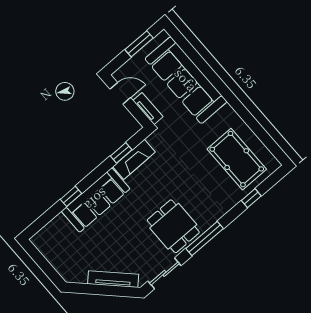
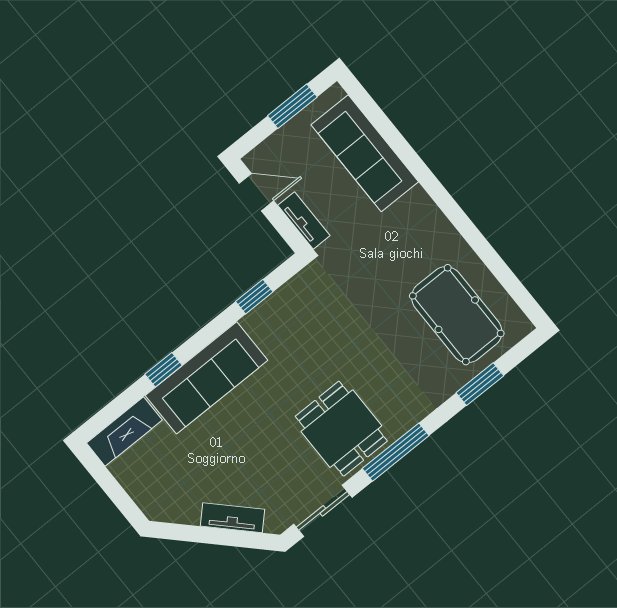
sofa: (186, 80) -> (365, 153), width x0.74, depth x0.79
fireplace: (134, 159) -> (124, 432), moved
window: (251, 198) -> (480, 384), width x1.50
tv unit: (113, 279) -> (232, 518), width x0.71

